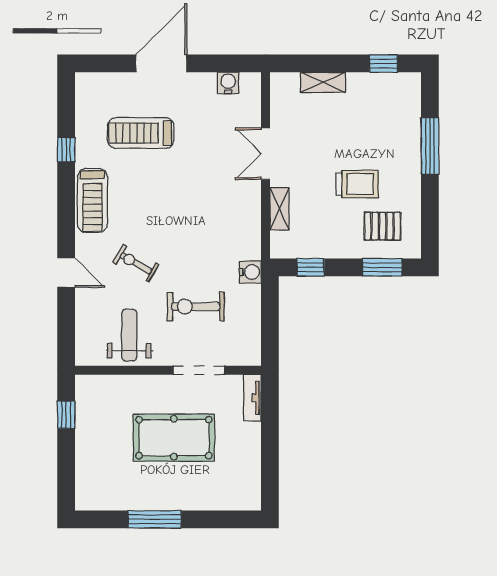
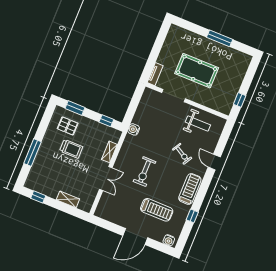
water cooler: (228, 83) -> (169, 240), moved
trolley: (357, 184) -> (71, 149), turned 180
exercise bike: (196, 307) -> (145, 172), moved, turned 90
weight bench: (129, 335) -> (198, 123), turned -90

